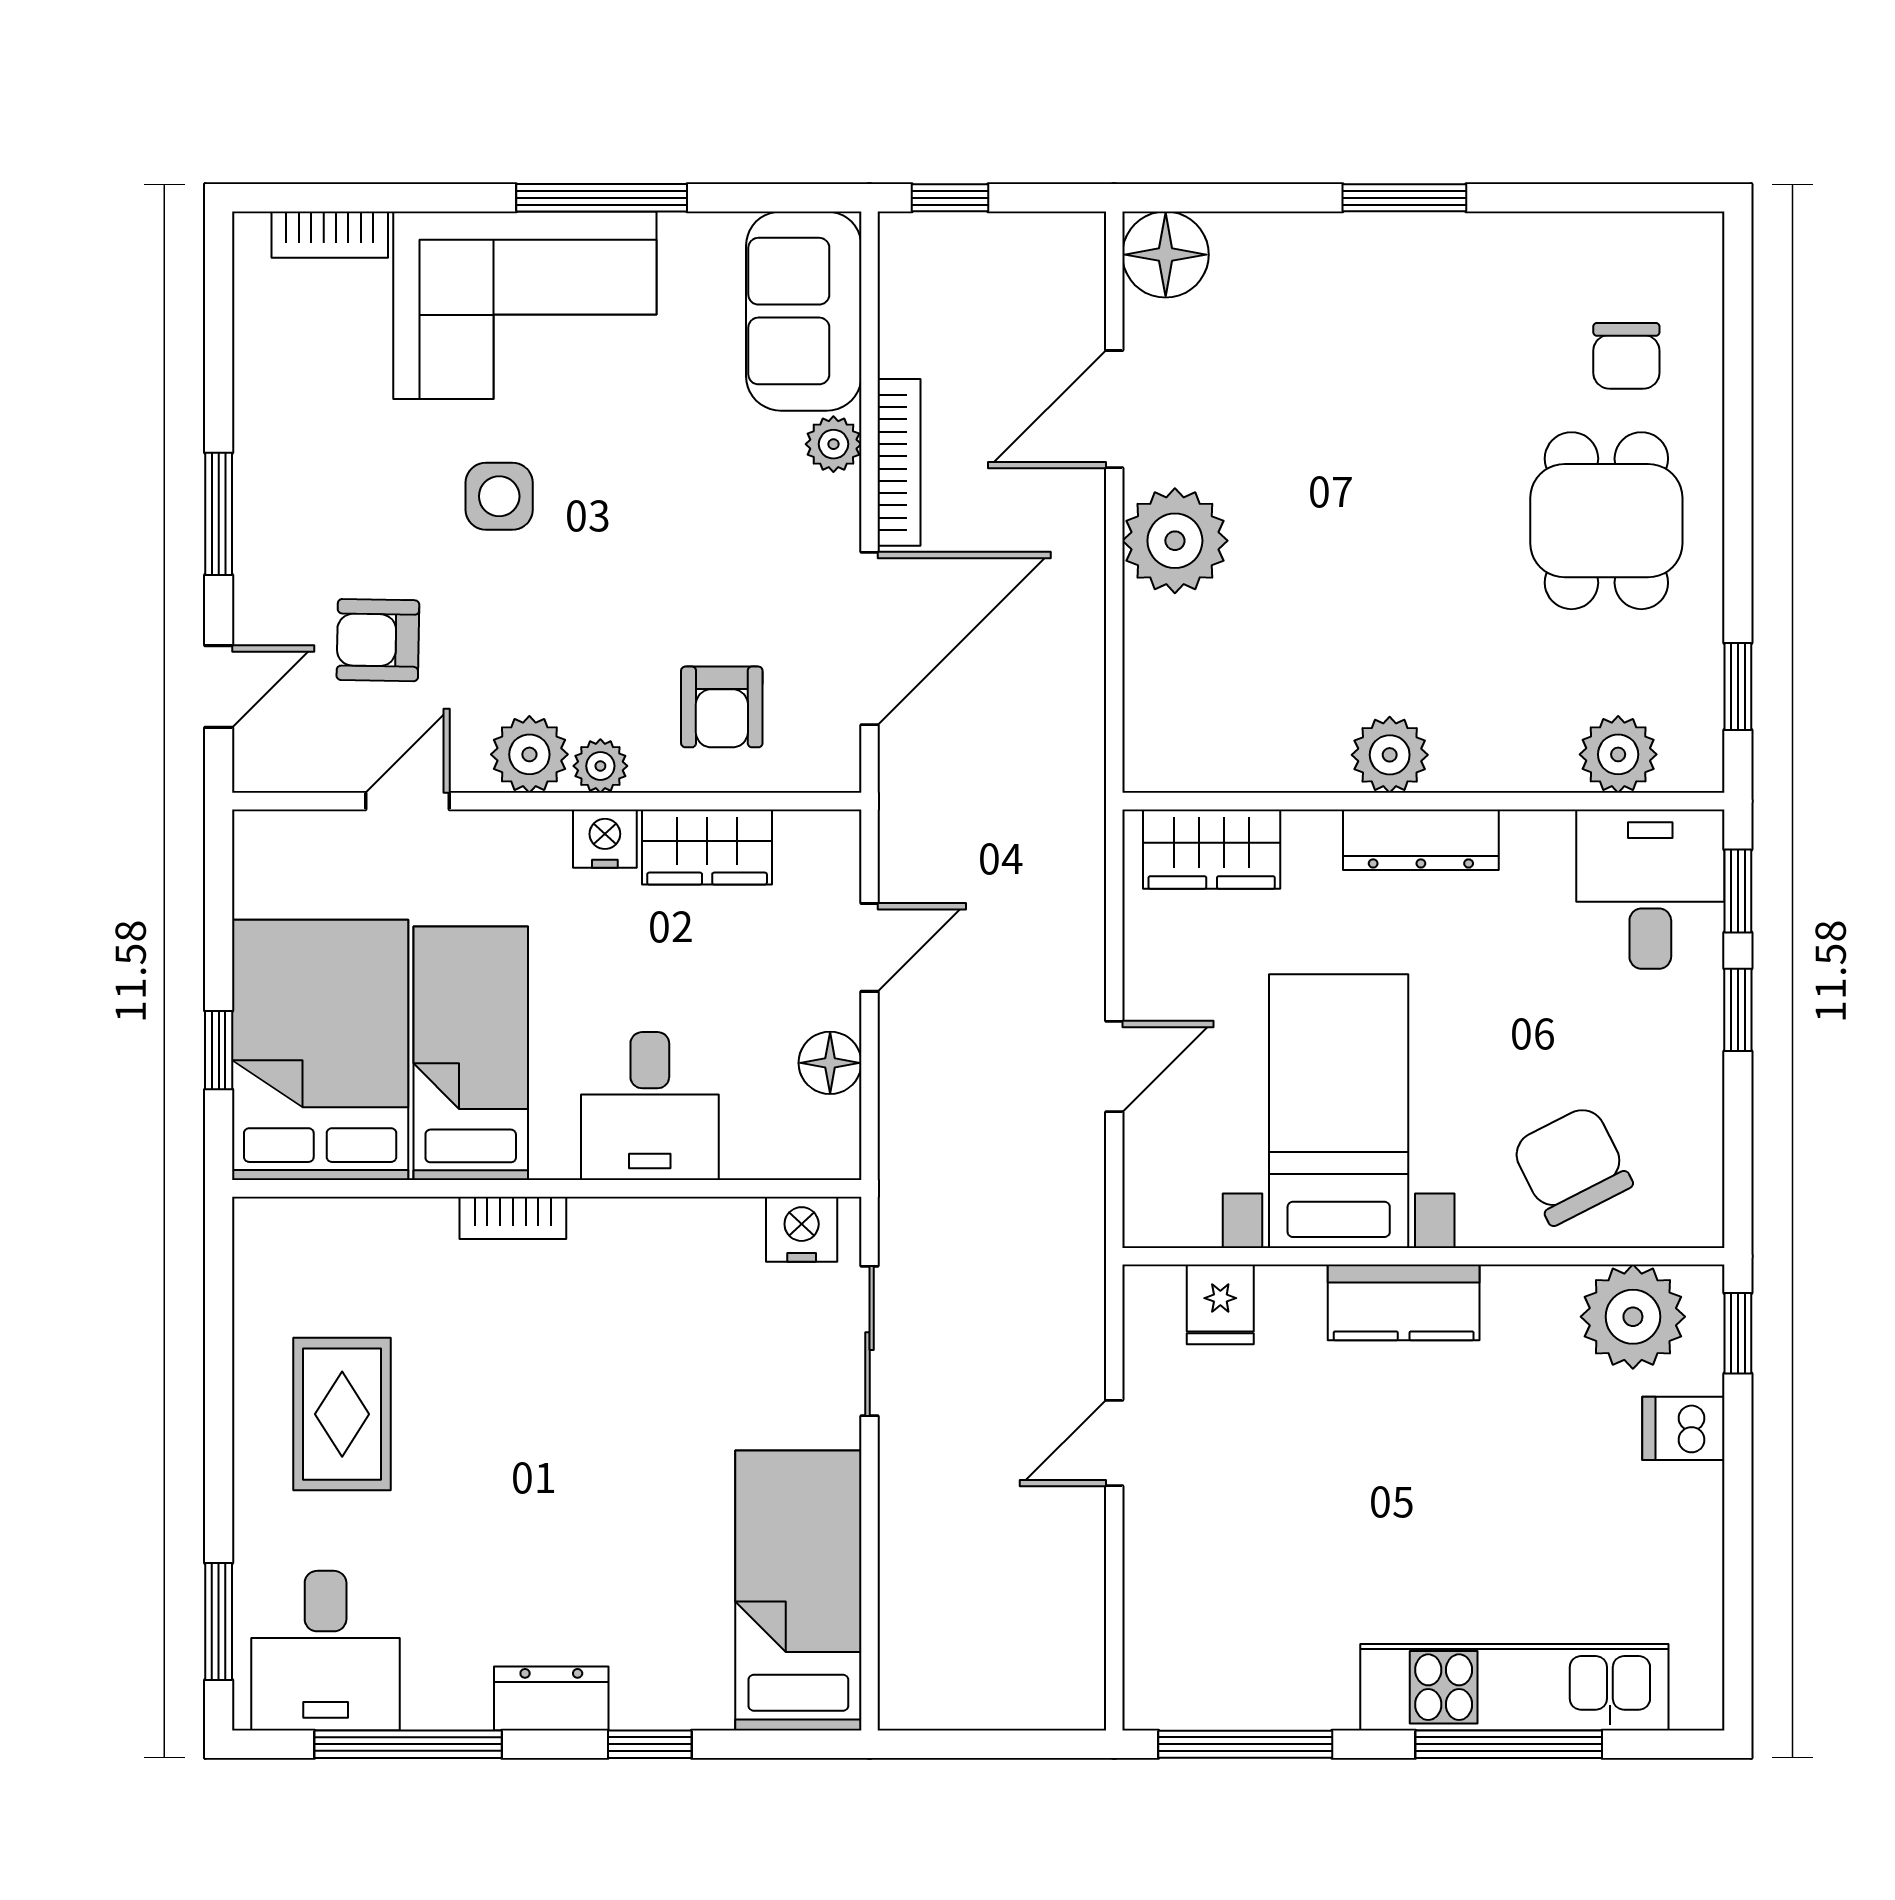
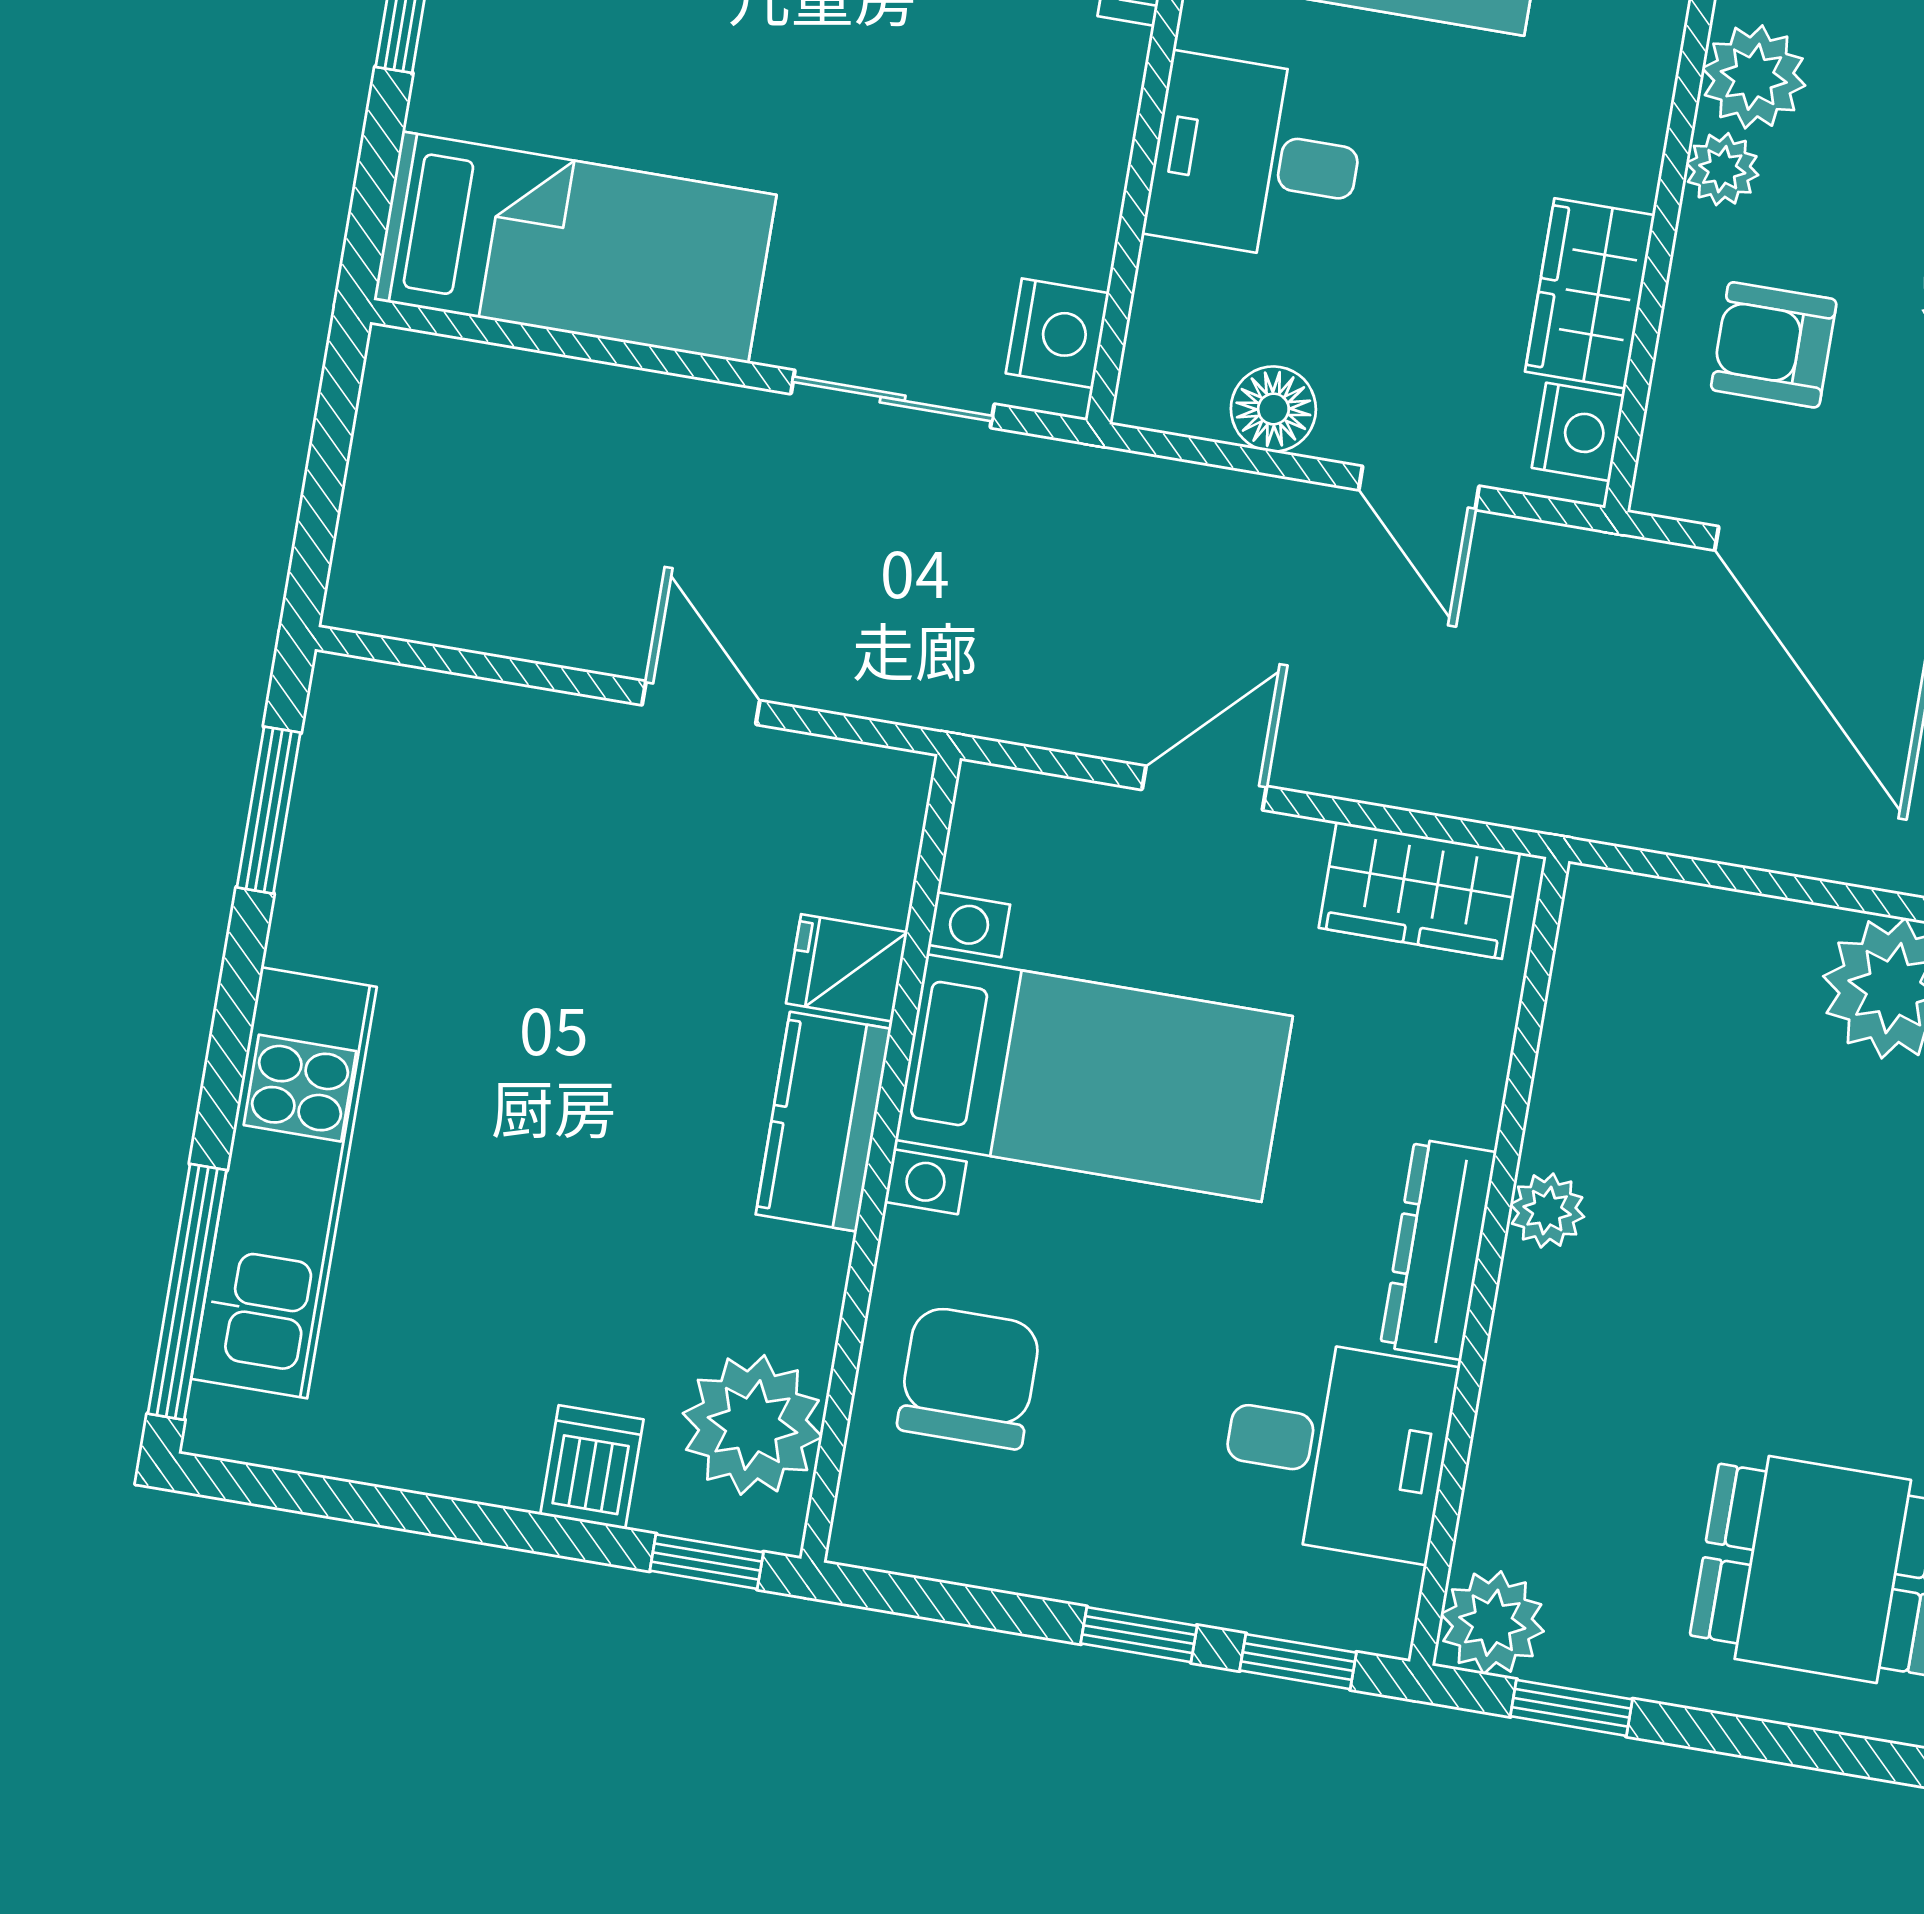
plant: (1618, 754) -> (1492, 1623), moved
plant: (1390, 755) -> (1547, 1211), width x0.73, depth x0.73
nightstand: (605, 839) -> (1578, 432), moved
wardrobe: (1212, 849) -> (1419, 890), moved, turned -90
desk: (1650, 889) -> (1337, 1448), moved
door: (1114, 1067) -> (1204, 788), swing flipped
chair: (1572, 1165) -> (969, 1377), turned -63
fridge: (1220, 1304) -> (847, 968), moved
window: (1245, 1744) -> (269, 810), width x0.69
window: (1509, 1744) -> (187, 1292), moved

